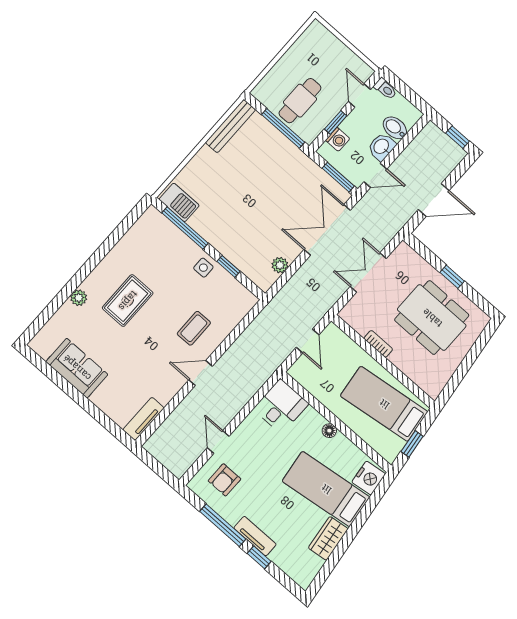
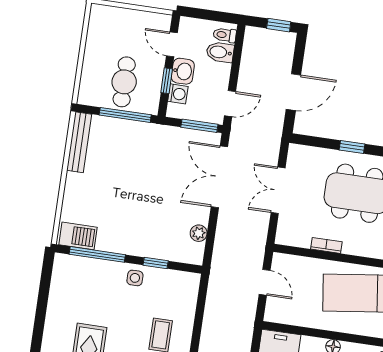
toilet: (385, 89) -> (225, 35), moved, turned 180
washbasin: (382, 147) -> (183, 71), moved, turned 180

